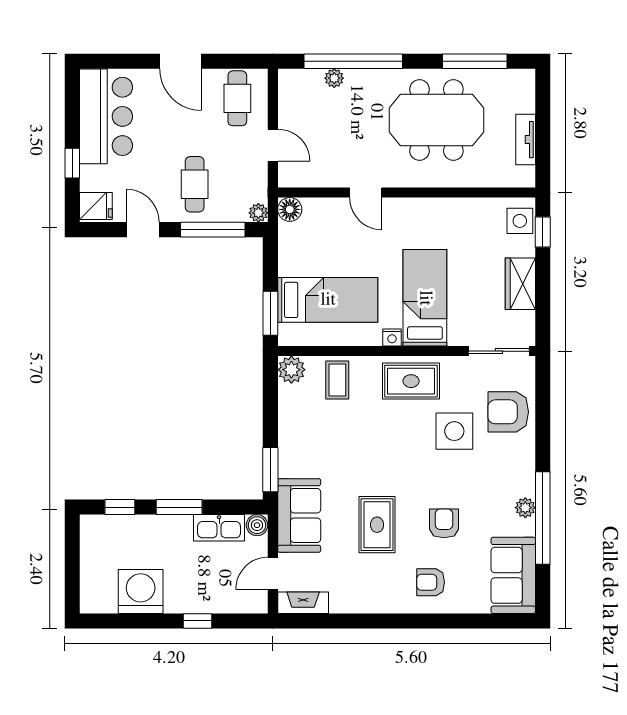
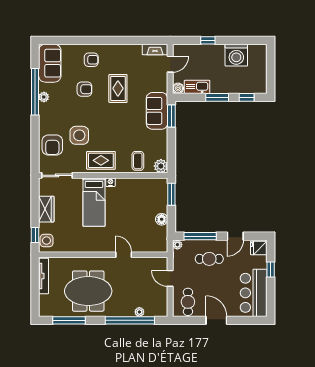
tv unit: (526, 140) -> (44, 276), width x1.41
cafe table: (195, 184) -> (209, 259), turned 90
floor lamp: (290, 209) -> (162, 219), moved
door: (143, 230) -> (235, 236), hinge flipped
bed: (328, 300) -> (143, 201), removed
armchair: (508, 412) -> (52, 145), turned 90
sofa: (299, 515) -> (157, 111), moved
armchair: (444, 523) -> (84, 89), turned -90

